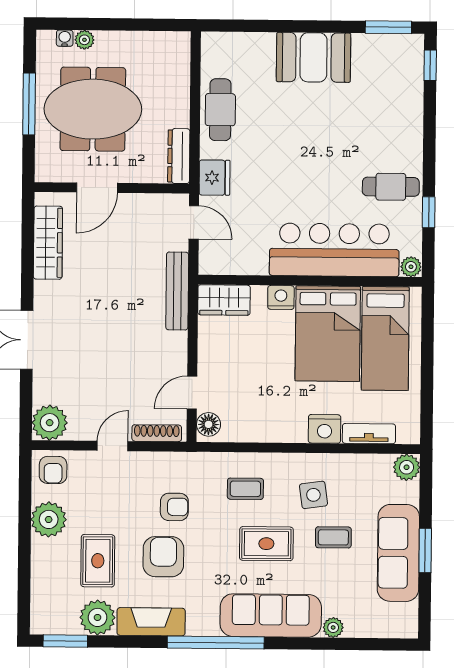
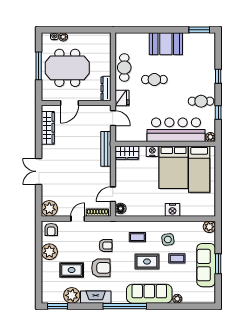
window: (430, 65) -> (218, 76), moved
cafe table: (287, 137) -> (154, 80), added
tv unit: (369, 434) -> (192, 212), removed
armchair: (163, 557) -> (101, 268), turned 90
rug: (98, 561) -> (72, 270), turned 90

